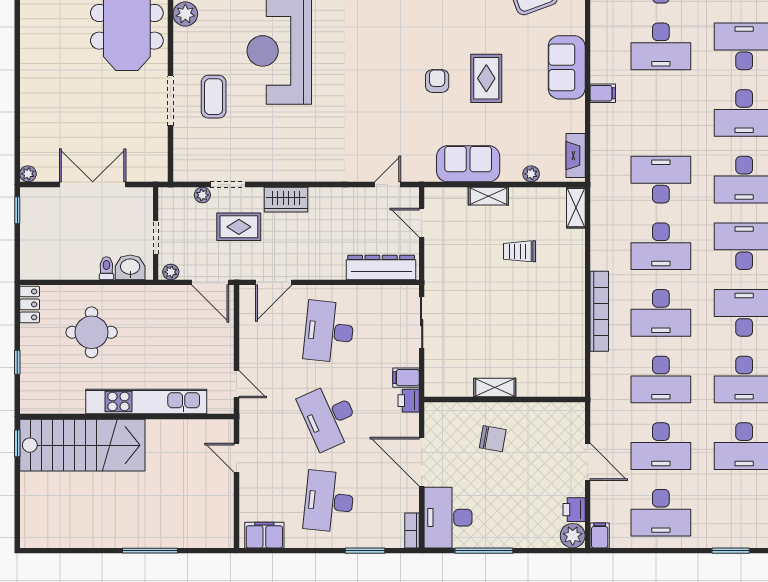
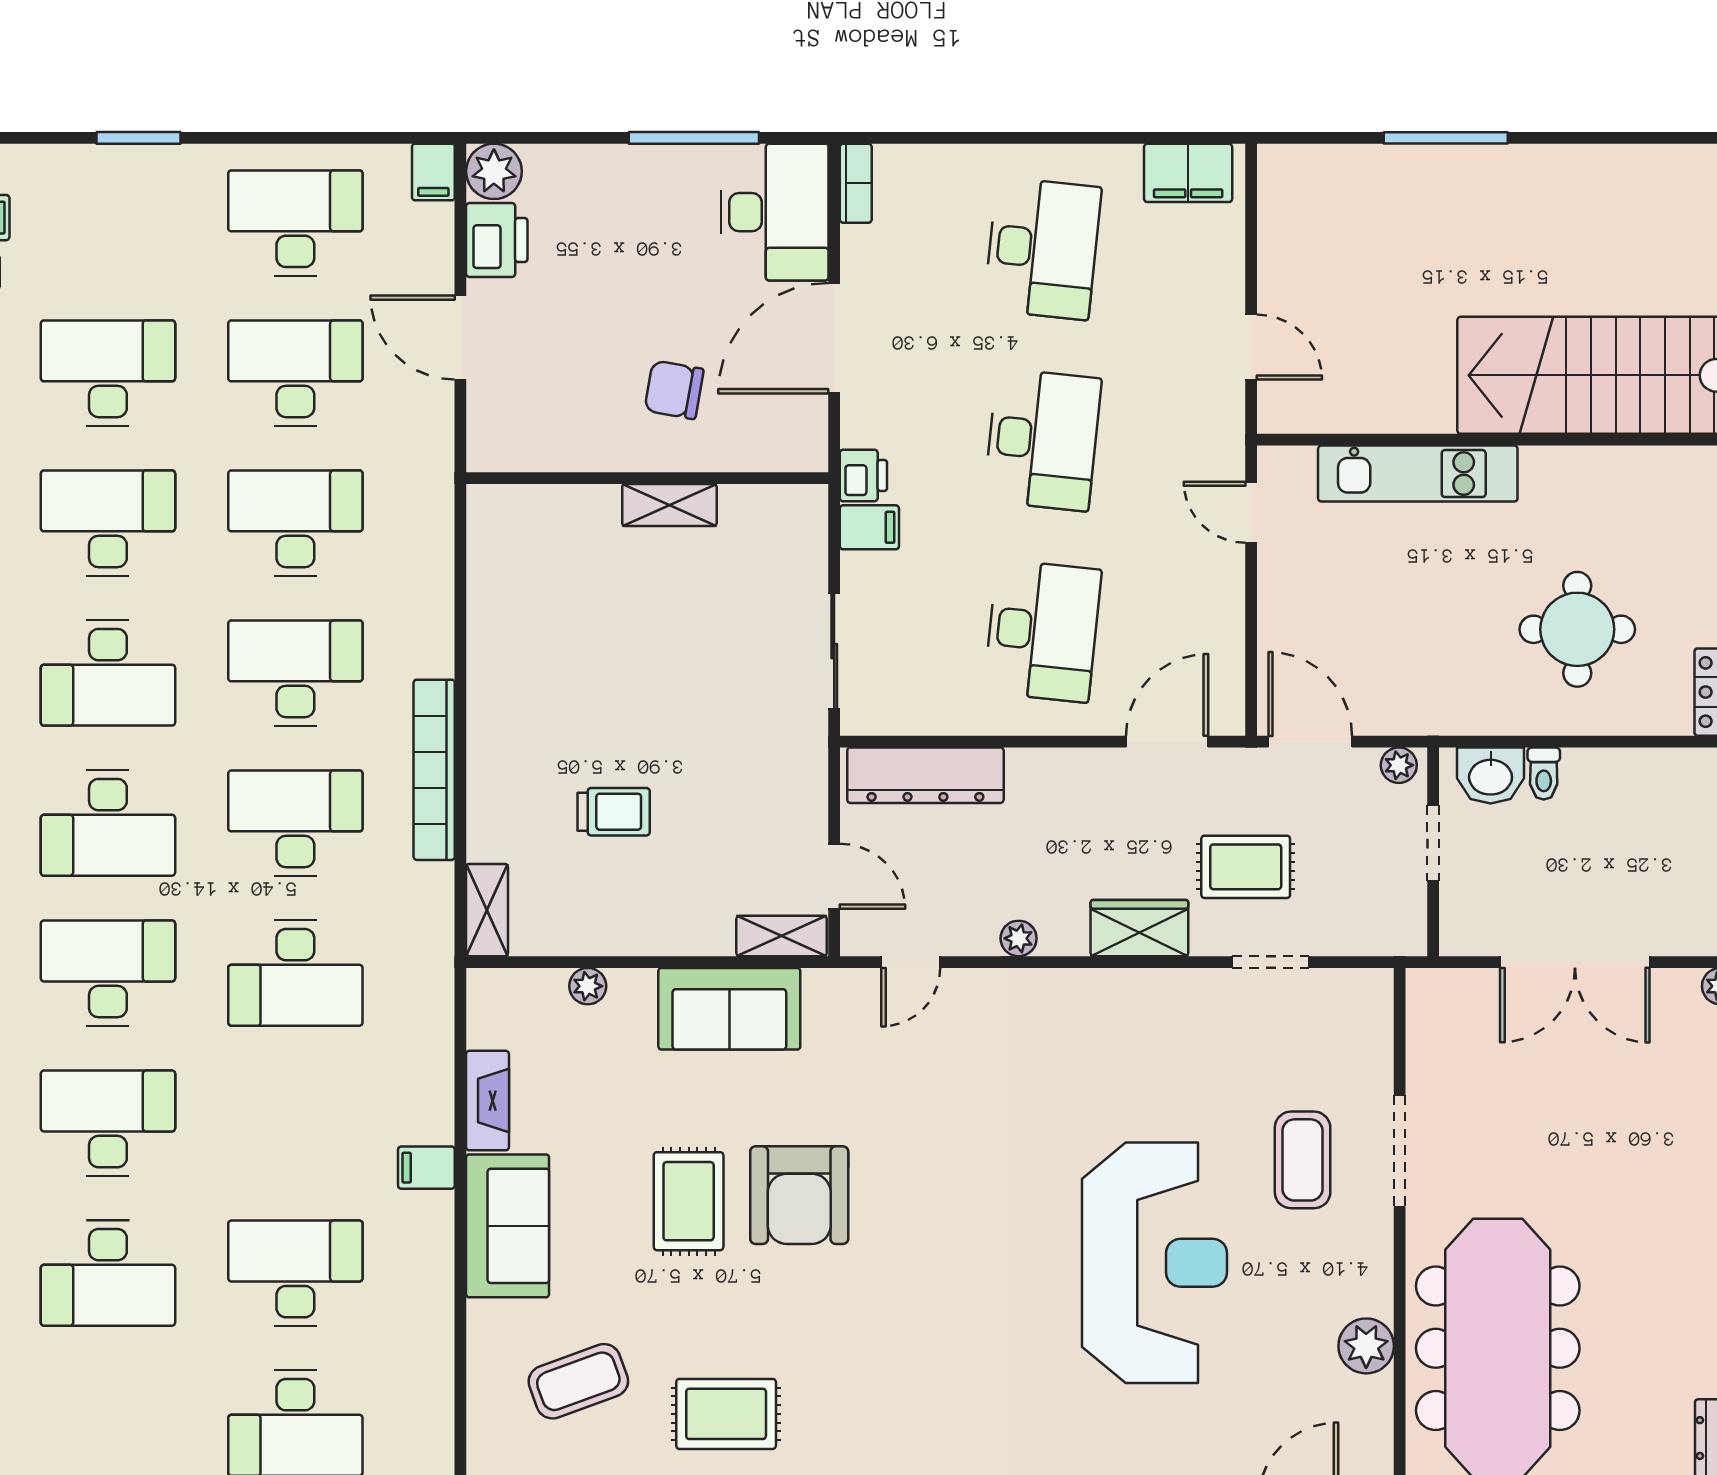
armchair: (437, 81) -> (799, 1195), width x1.88, depth x1.88
fireplace: (576, 156) -> (487, 1101), moved
plant: (202, 195) -> (1019, 938), moved
shelving: (488, 196) -> (782, 936), moved
bookcase: (599, 311) -> (434, 770), moved
kitchen unit: (146, 401) -> (1418, 474), width x0.73
desk: (329, 417) -> (1043, 440), turned 30
door: (422, 462) -> (834, 338), swing flipped
printer: (574, 510) -> (497, 240), width x1.36, depth x1.24
window: (365, 551) -> (962, 138), removed

